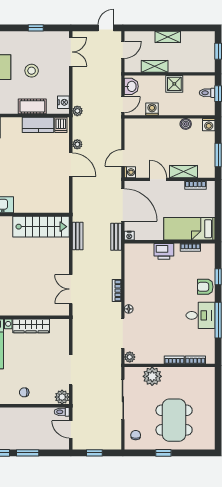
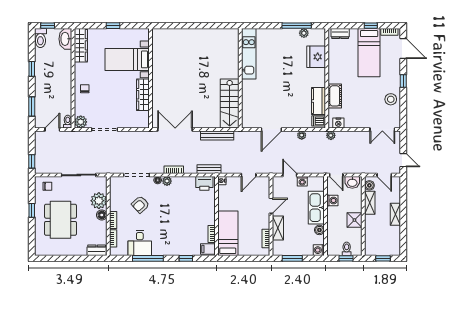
window: (36, 28) -> (403, 81), moved
boiler: (135, 67) -> (369, 185), added
stool: (32, 71) -> (391, 99), moved
kitchen sink: (160, 128) -> (316, 208), added
door: (71, 165) -> (271, 129), moved
washing machine: (130, 172) -> (302, 181), moved
door: (123, 205) -> (249, 175), width x0.53
bench: (78, 236) -> (217, 135), width x1.36
bench: (116, 237) -> (209, 169), moved
printer: (164, 251) -> (204, 183), moved, turned -90
filing cabinet: (207, 252) -> (208, 249), added
armchair: (205, 287) -> (140, 204), moved, turned -133
double door: (71, 289) -> (175, 129), width x1.37
desk: (201, 315) -> (140, 243), moved
plant: (130, 357) -> (167, 181), moved
floor lamp: (169, 373) -> (102, 215), added
dresser: (209, 379) -> (97, 250), added
dining table: (174, 420) -> (61, 220), turned 90
window: (28, 453) -> (32, 106), moved
window: (94, 453) -> (32, 161), moved

